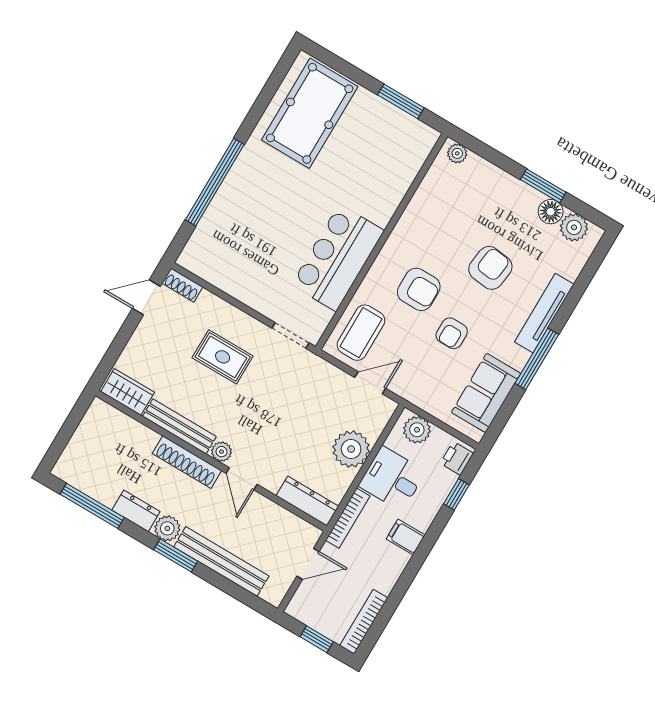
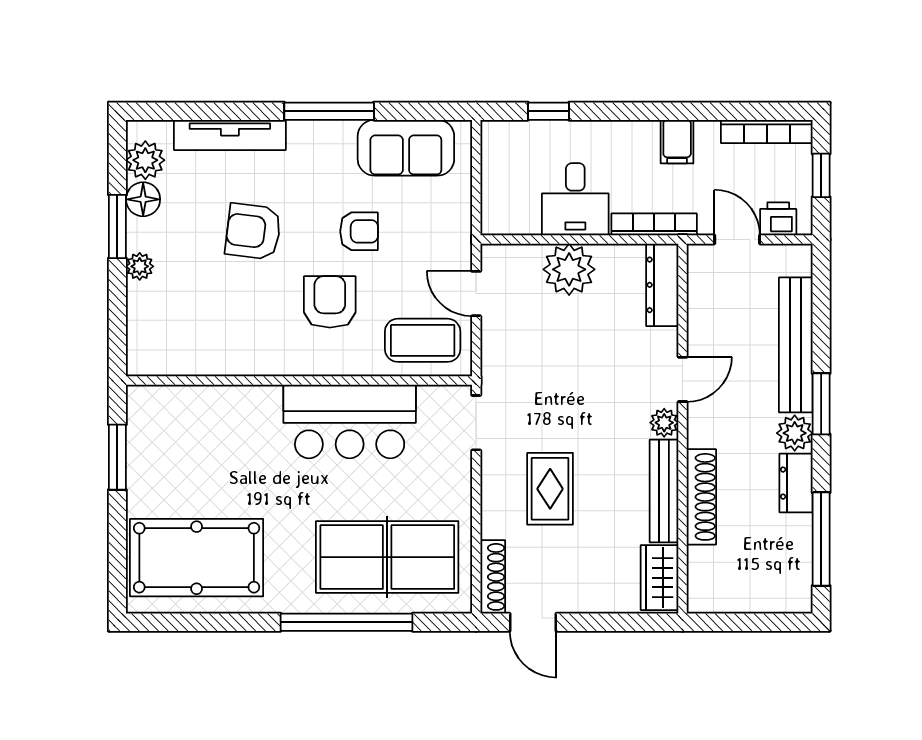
plant: (457, 153) -> (140, 266), moved
table tennis table: (240, 231) -> (387, 557), added
shoe rack: (182, 285) -> (493, 577), width x1.43
tv unit: (544, 313) -> (230, 135), moved
plant: (417, 430) -> (499, 204), removed
printer: (457, 458) -> (778, 219), moved, turned 180
shoe rack: (187, 462) -> (701, 497), moved
filing cabinet: (406, 537) -> (677, 142), moved

